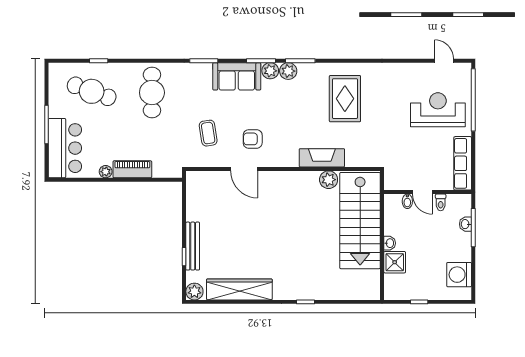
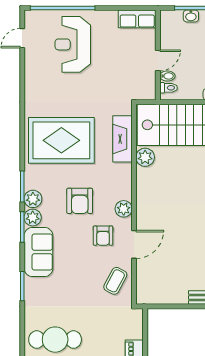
rug: (345, 99) -> (61, 140), width x1.37, depth x1.44
armchair: (286, 116) -> (80, 201), added
coffee table: (208, 133) -> (115, 281), moved, turned -53
fireplace: (322, 158) -> (122, 139), moved
plant: (279, 159) -> (124, 209), added
row of seats: (463, 163) -> (137, 19), width x0.68
toilet: (441, 202) -> (168, 88), moved

